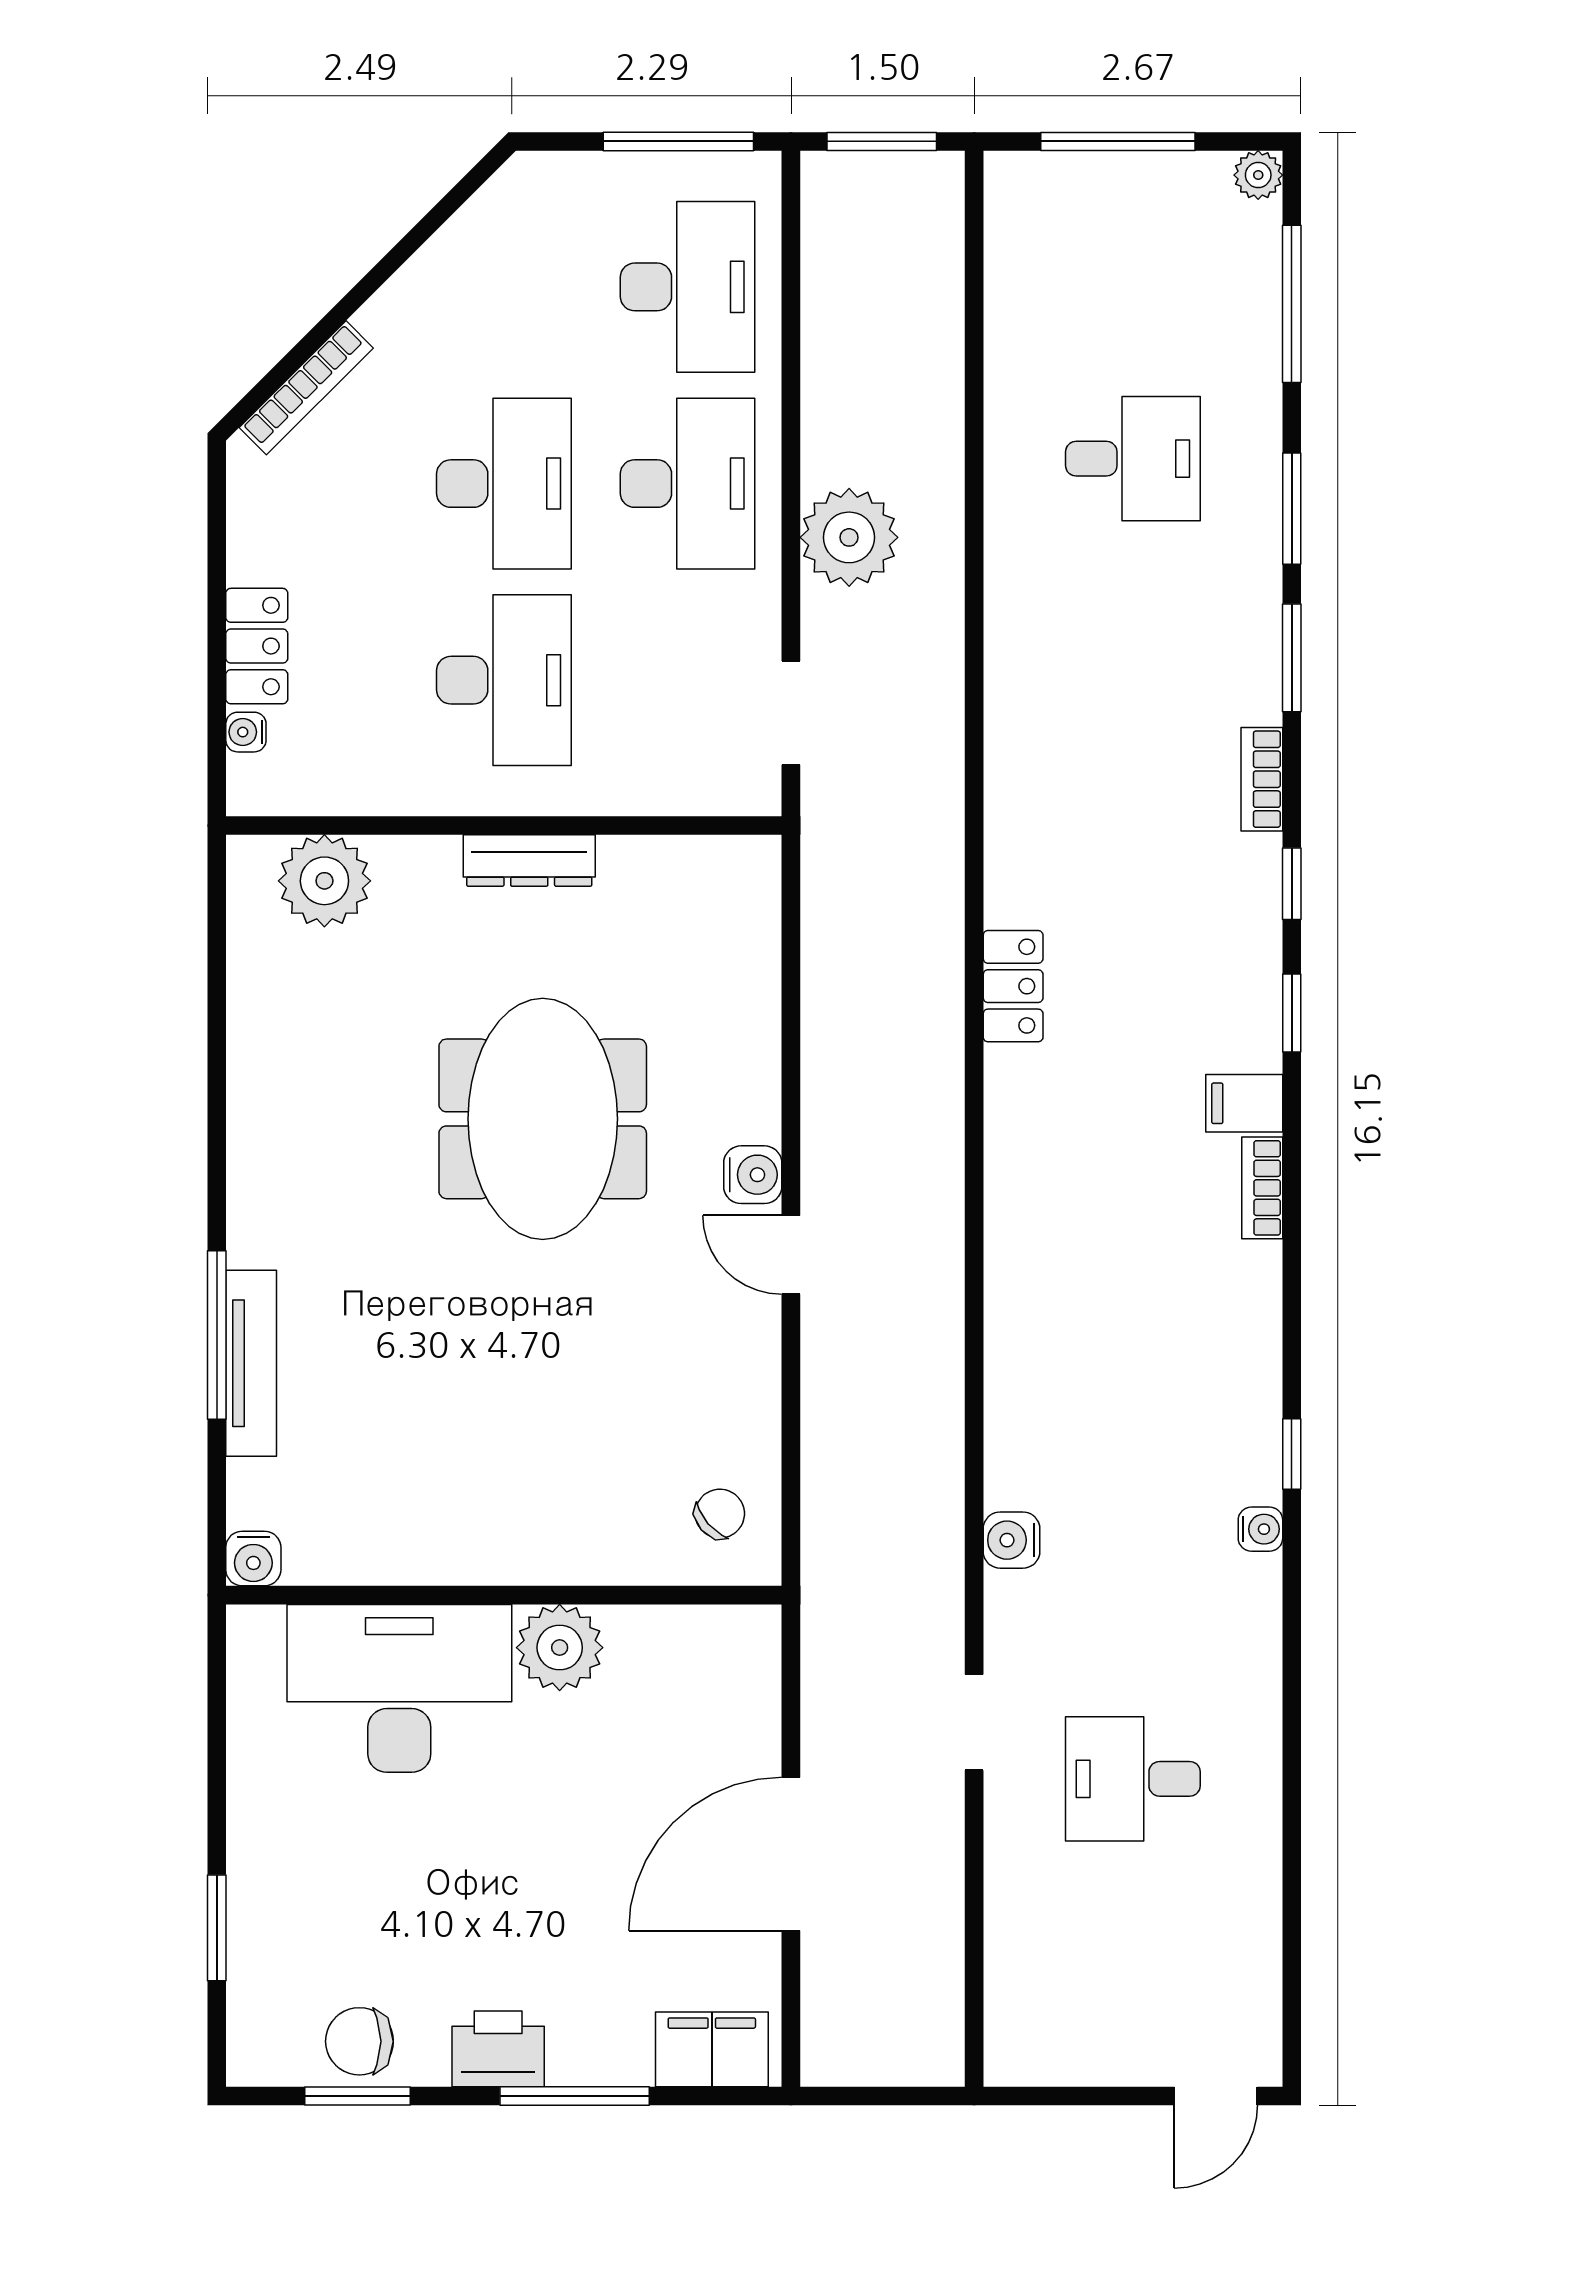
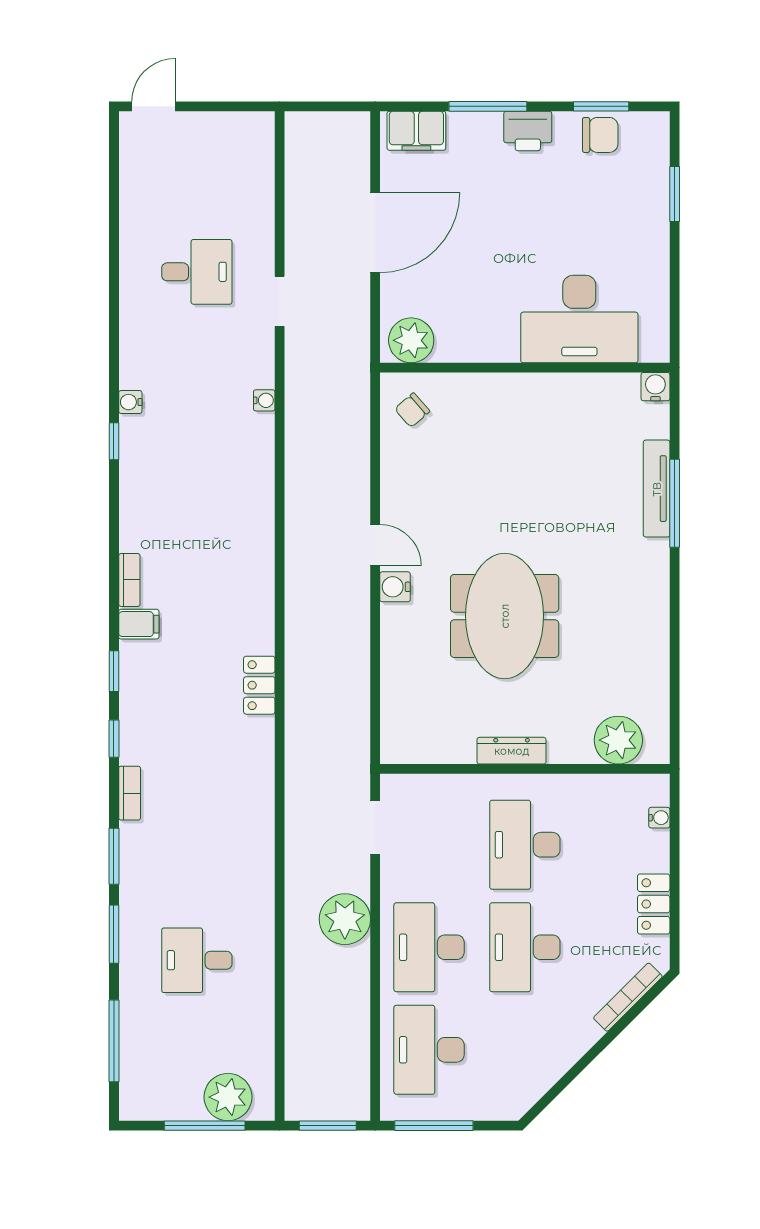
plant: (1258, 175) -> (228, 1097), moved, width x1.87, depth x1.87
locker: (257, 646) -> (654, 904), moved
water cooler: (1012, 1540) -> (264, 400), width x0.72, depth x0.72
plant: (560, 1648) -> (411, 340), moved

